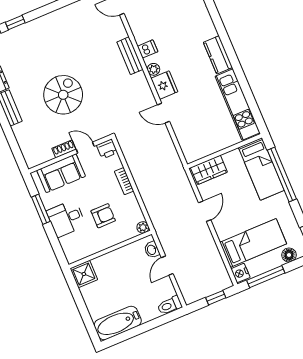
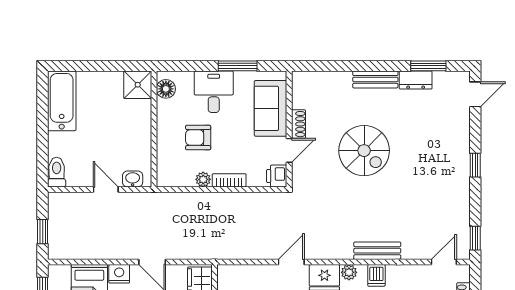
window: (15, 23) -> (475, 165), moved
armchair: (103, 216) -> (198, 138), turned 90
plant: (143, 227) -> (203, 179), moved
floor lamp: (78, 253) -> (166, 89), added
nightstand: (240, 273) -> (119, 274), moved

